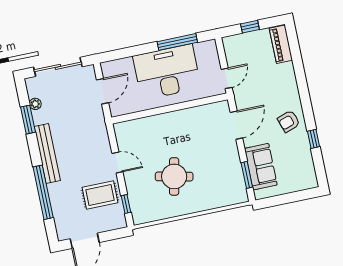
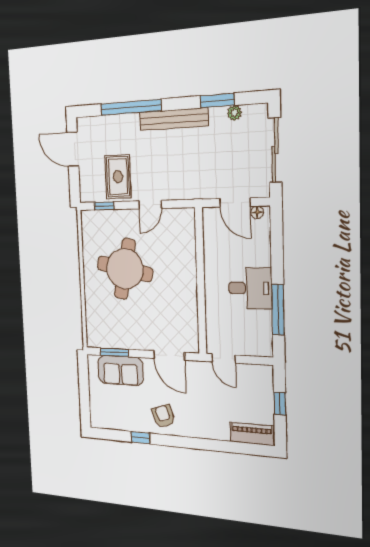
floor lamp: (107, 72) -> (257, 212), added
desk: (167, 72) -> (250, 288), width x0.53, depth x0.77
round table: (174, 176) -> (125, 269), width x1.36, depth x1.36

